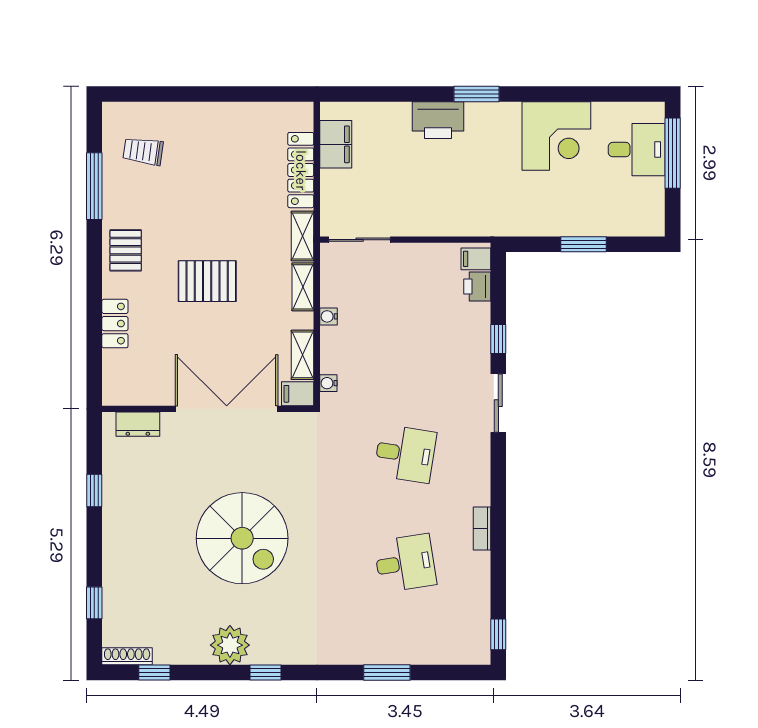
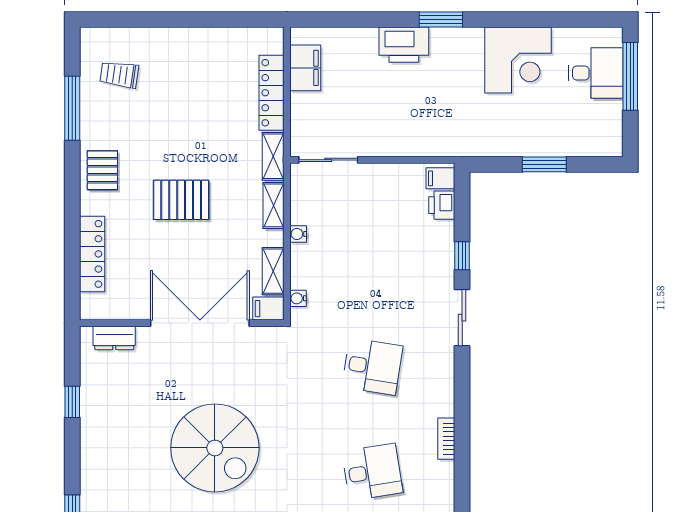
locker: (115, 324) -> (92, 254), width x1.53

